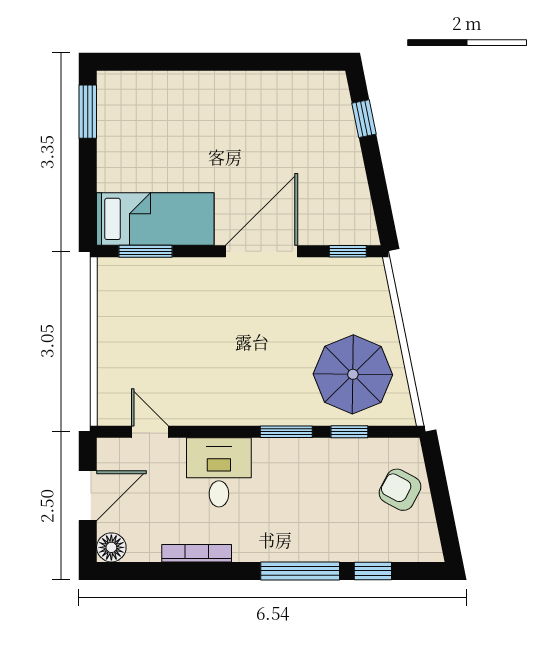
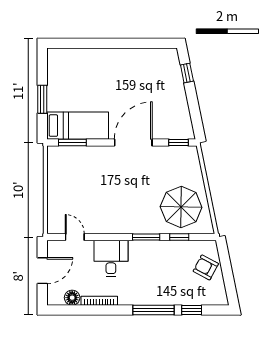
window: (88, 112) -> (42, 99), moved
floor lamp: (111, 547) -> (72, 298), moved

